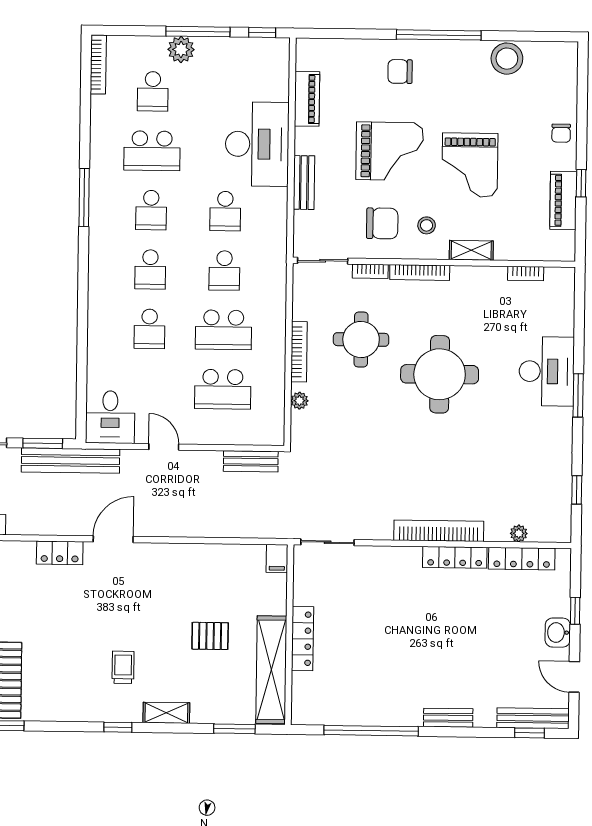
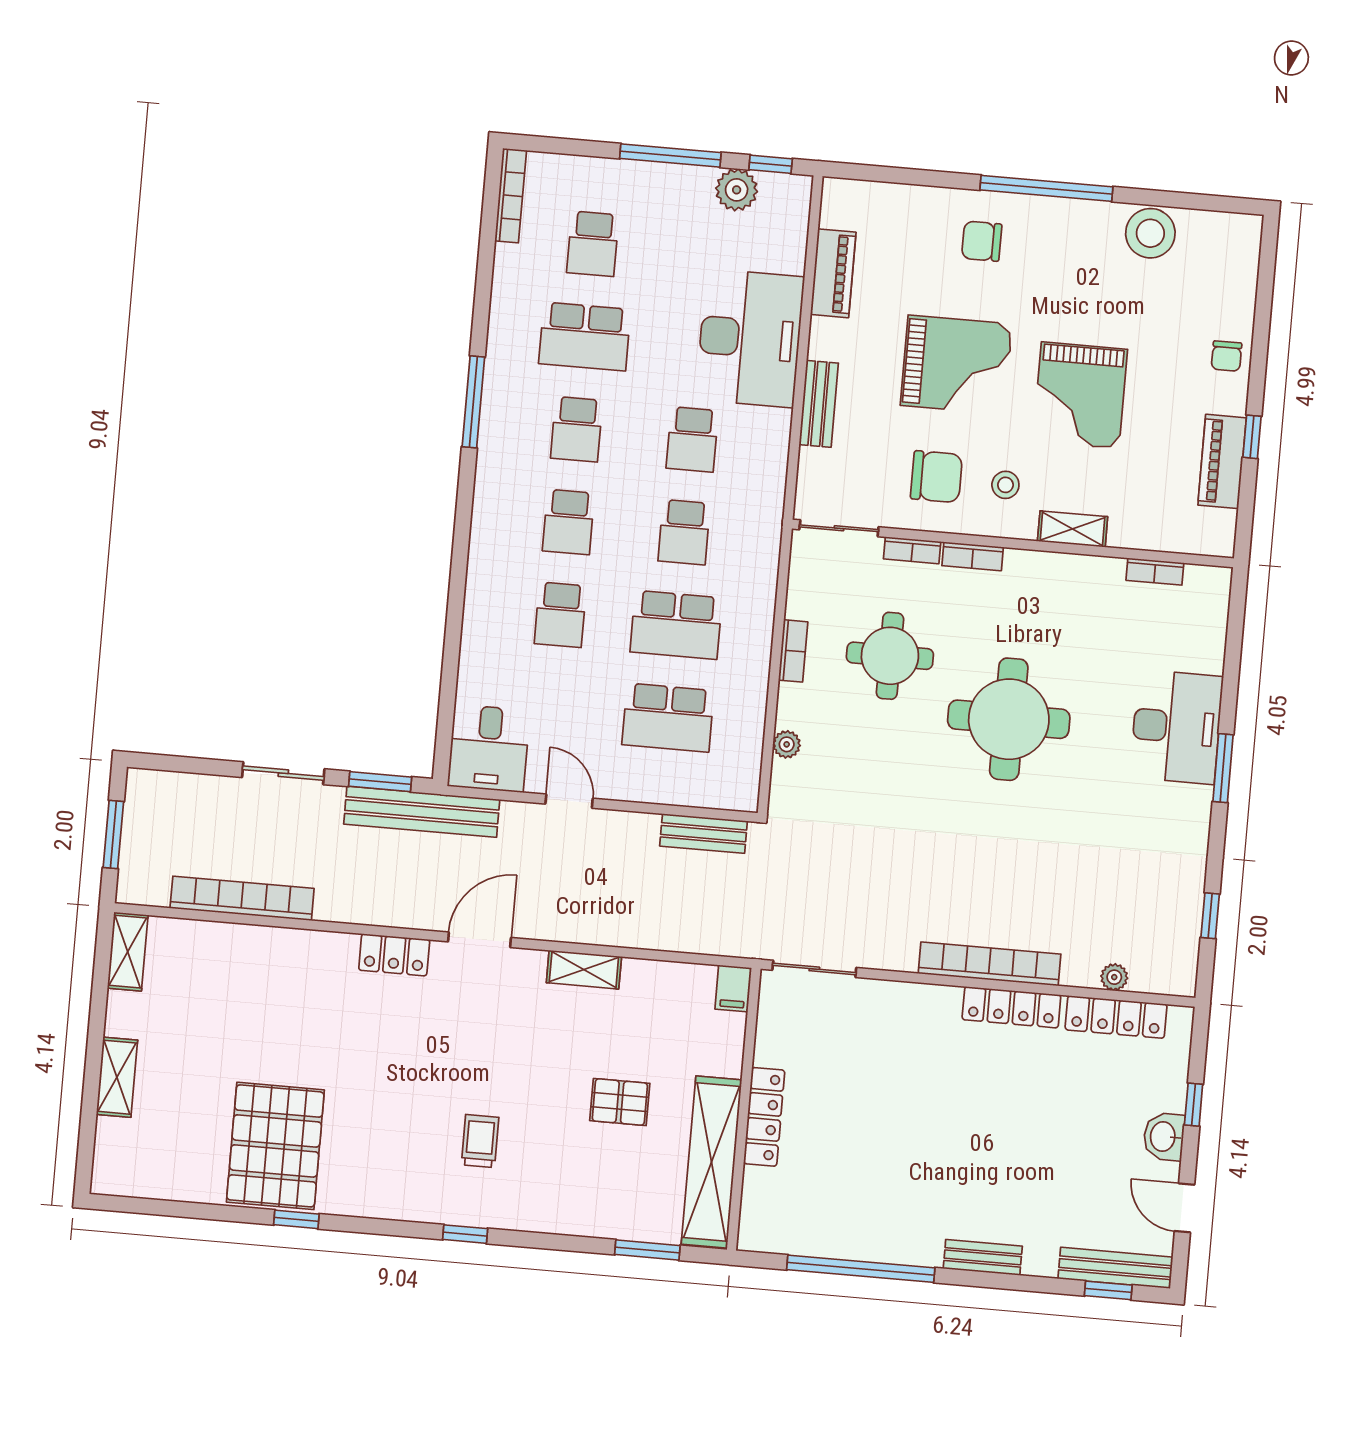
plant: (181, 49) -> (737, 190), moved
bookcase: (420, 273) -> (973, 556), width x0.64
bookcase: (299, 352) -> (793, 651), width x0.64
shelving: (166, 713) -> (584, 970), moved

